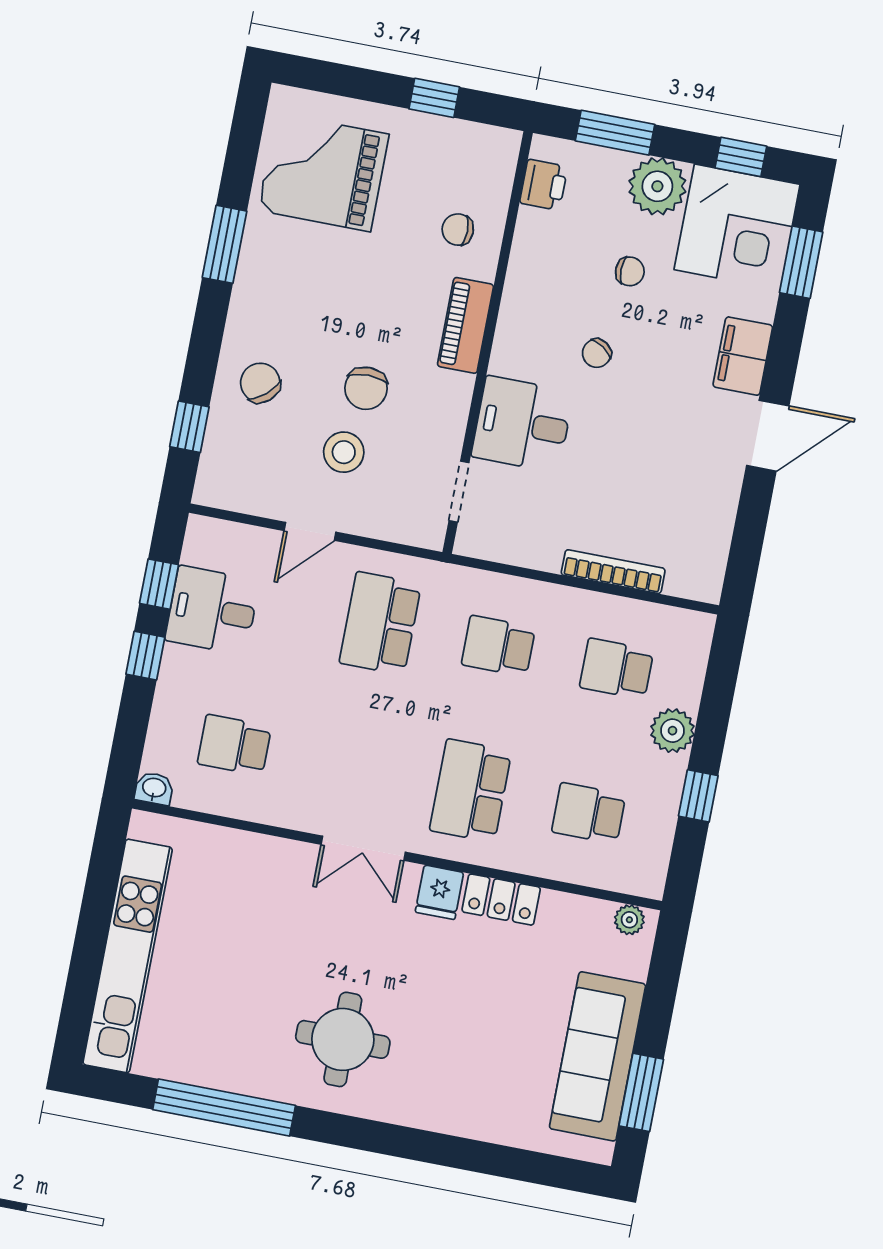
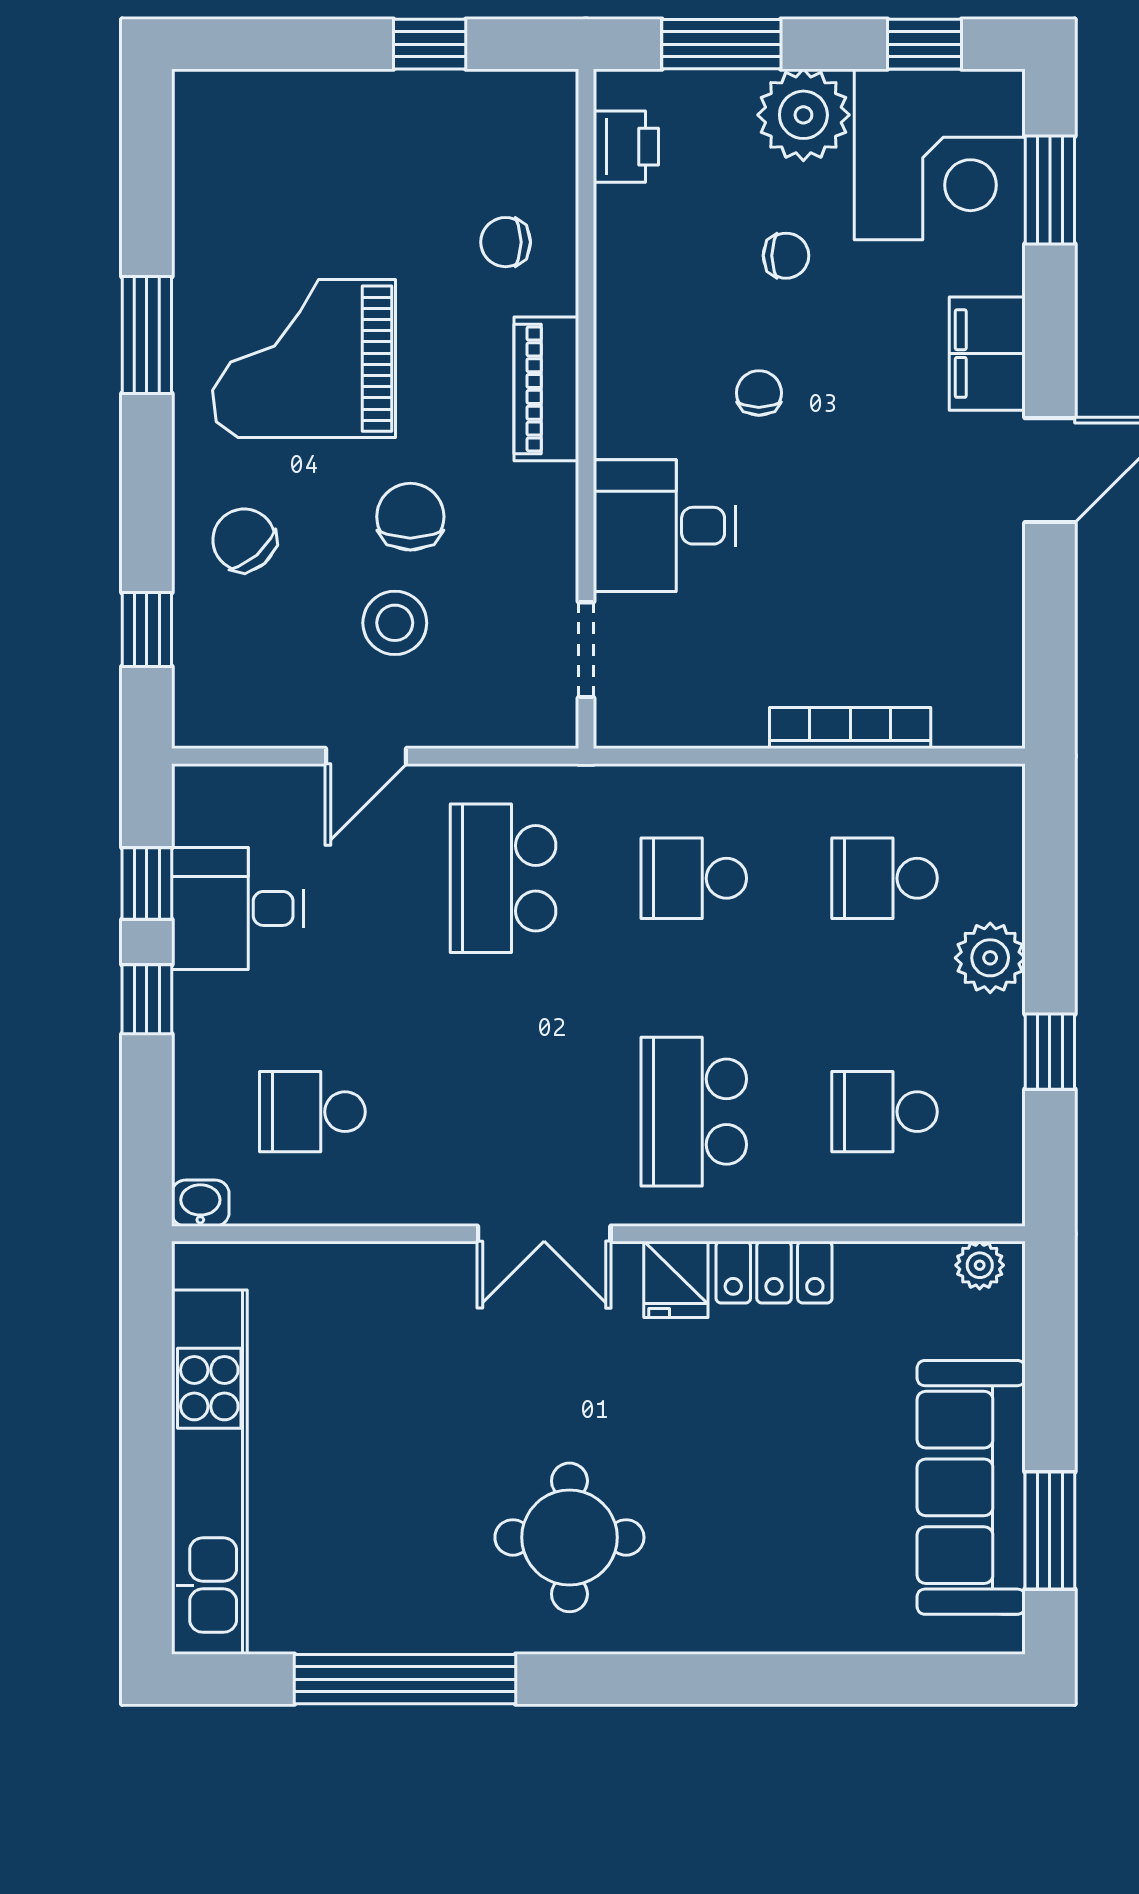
grand piano: (323, 172) -> (304, 359), moved
chair: (597, 353) -> (759, 393), turned 146
chair: (366, 388) -> (410, 517), turned 180

